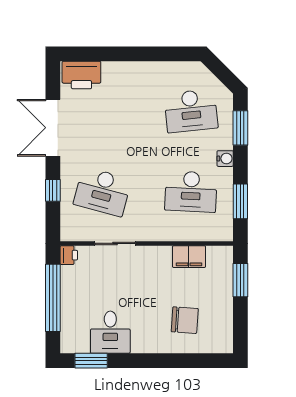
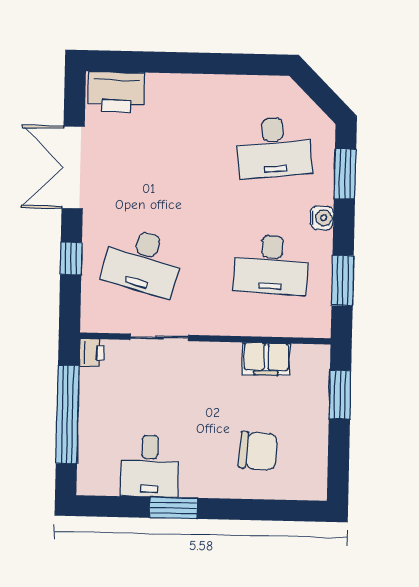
window: (91, 361) -> (173, 508), moved

